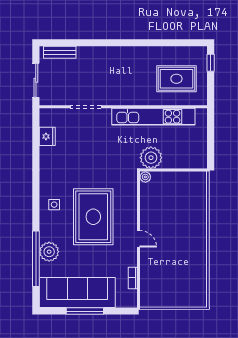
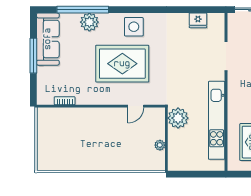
plant: (145, 177) -> (160, 145), moved
side table: (54, 205) -> (134, 27), width x1.87, depth x1.87
door: (138, 239) -> (136, 106), moved
sofa: (77, 293) -> (48, 39), width x0.74, depth x0.79

